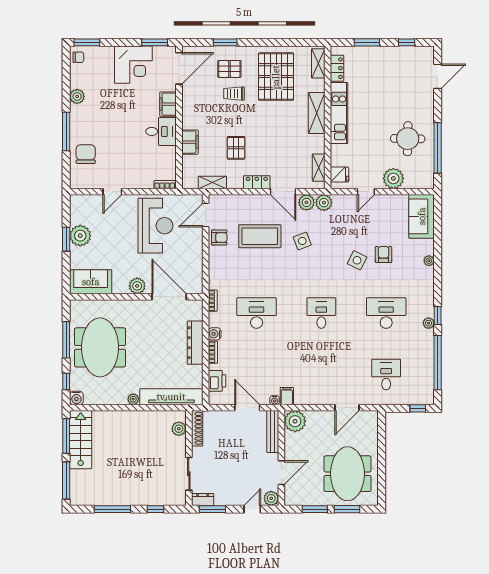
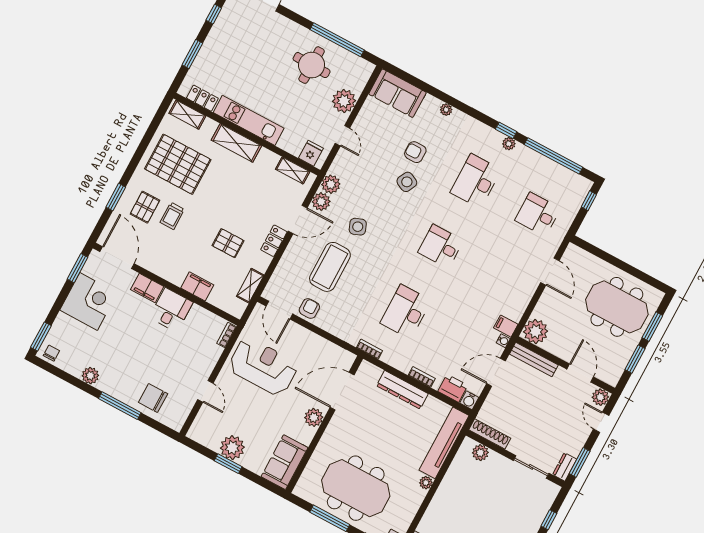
water cooler: (215, 334) -> (469, 400), moved

